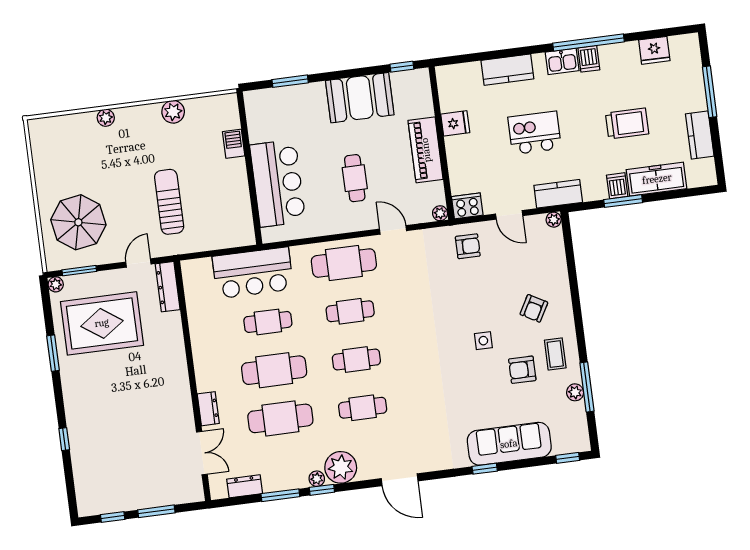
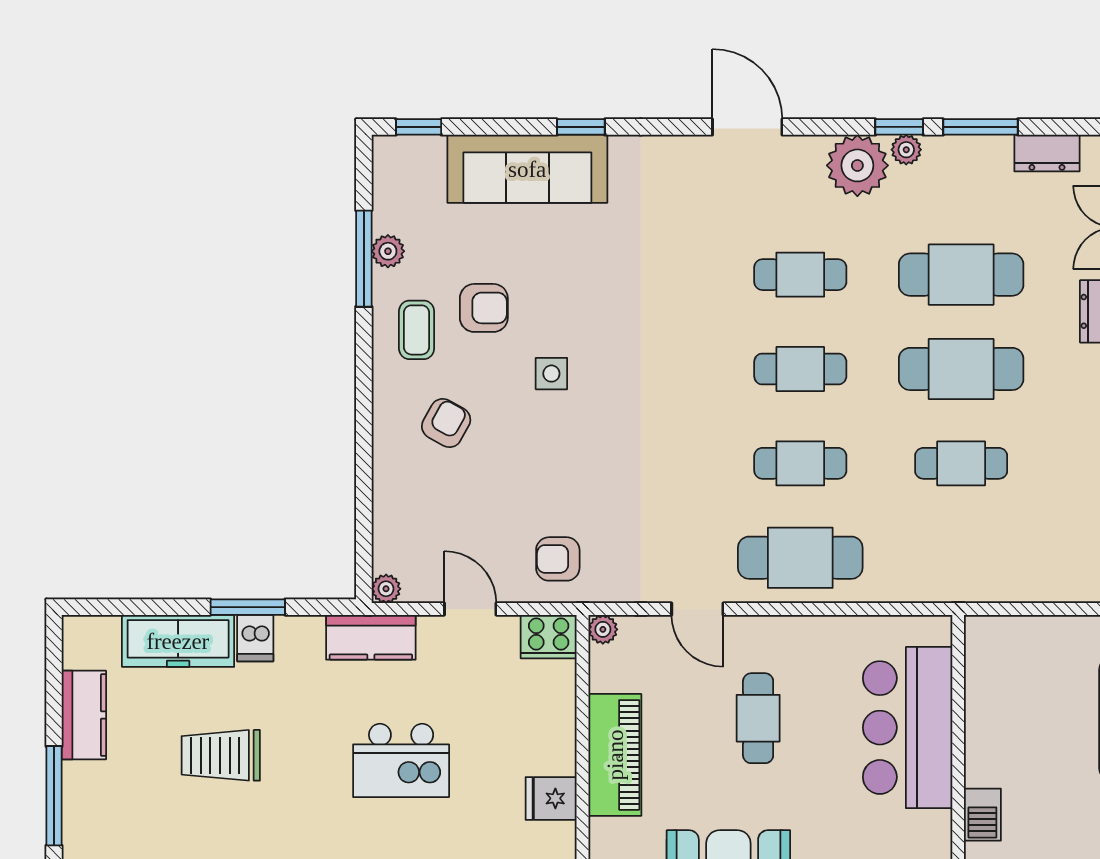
bar counter: (253, 273) -> (978, 562), removed

